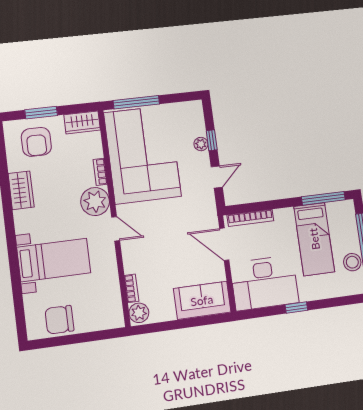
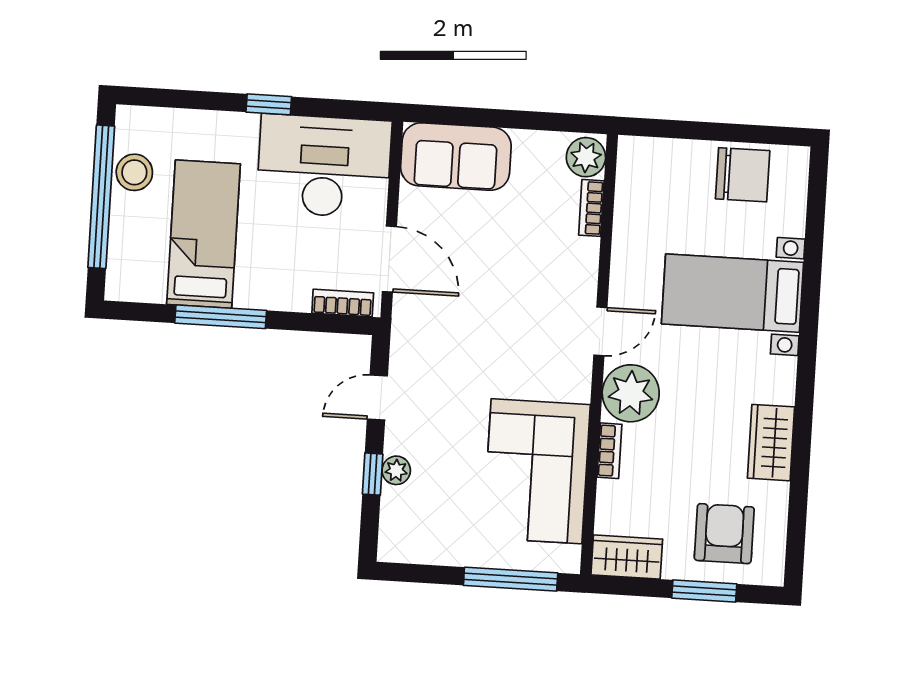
corner sofa: (142, 155) -> (537, 471), width x0.73, depth x0.74
window: (323, 198) -> (221, 317), moved
bookcase: (250, 218) -> (343, 303), width x0.64
door: (116, 229) -> (600, 331), swing flipped

